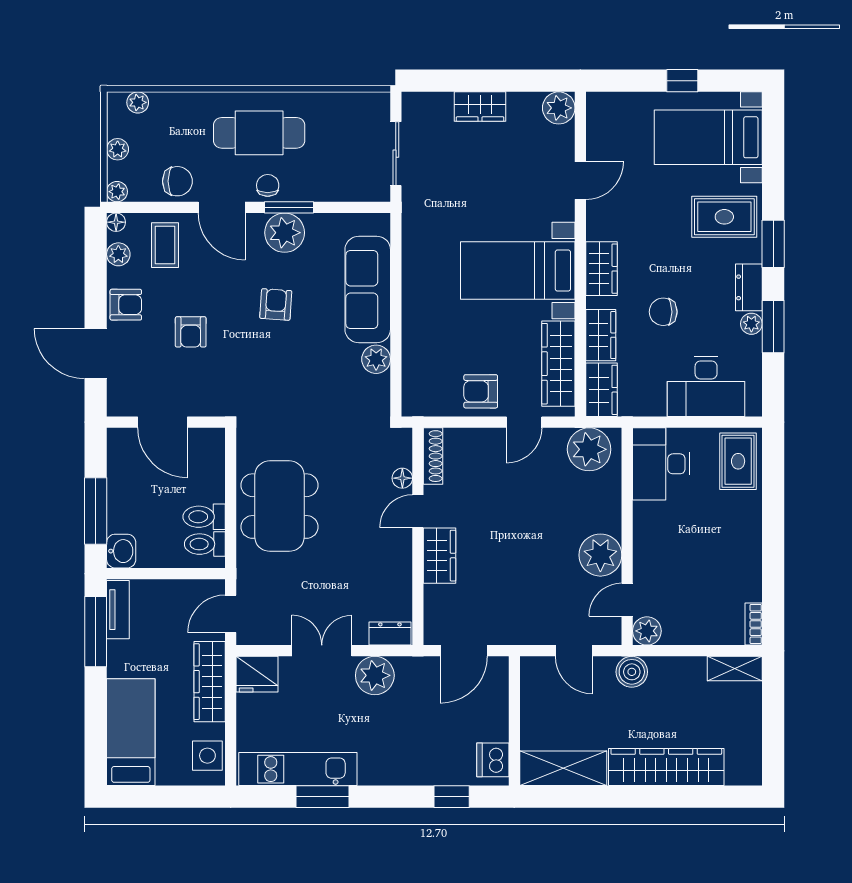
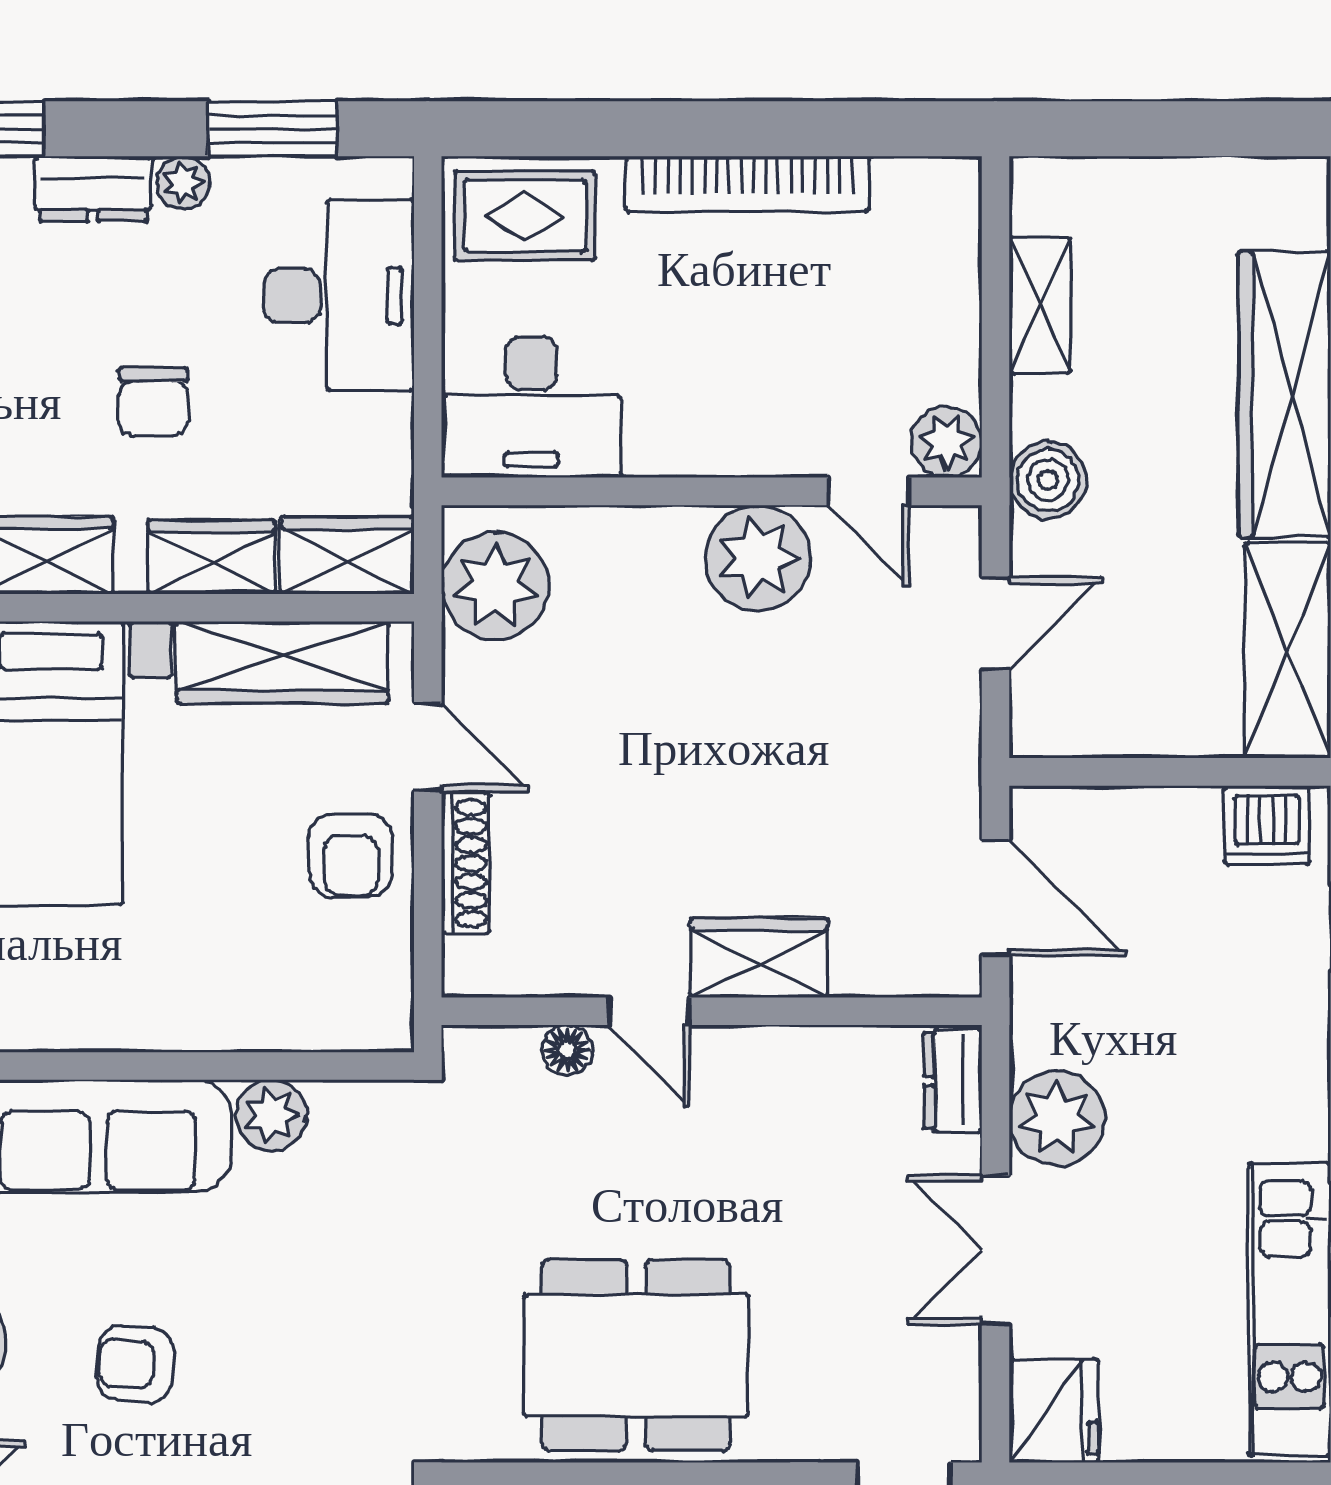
window: (773, 327) -> (272, 129), moved
shoe rack: (433, 456) -> (465, 863), moved, turned 90
bookcase: (754, 624) -> (747, 184), moved, width x2.31, depth x1.31
shelving: (735, 669) -> (1040, 305), moved

